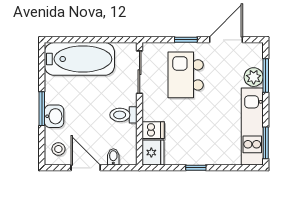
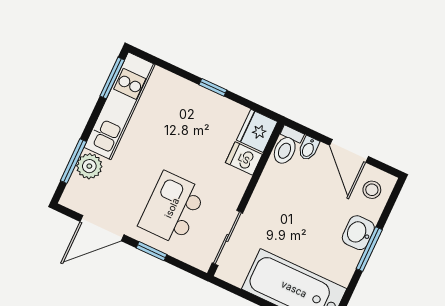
kitchen island: (186, 75) -> (172, 208), turned 180
toilet: (123, 115) -> (287, 146), moved, turned 90

